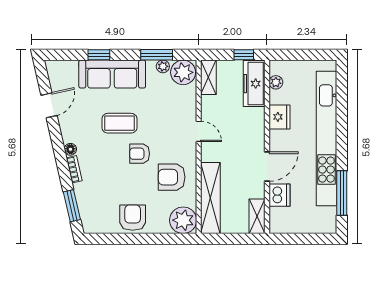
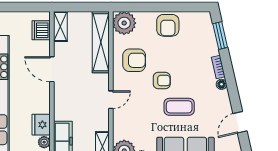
fridge: (279, 117) -> (41, 125), moved
door: (199, 131) -> (111, 100), swing flipped
door: (267, 167) -> (52, 69), hinge flipped
dishwasher: (279, 195) -> (41, 30), moved

